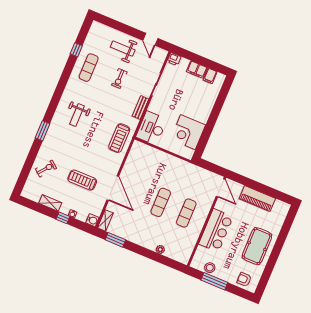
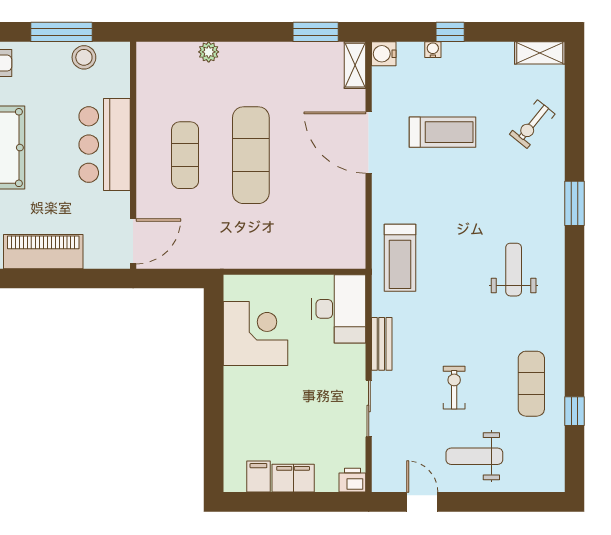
weight bench: (123, 49) -> (474, 456), turned 180
treadmill: (119, 138) -> (400, 258), turned 180
door: (221, 188) -> (133, 241), swing flipped
exercise mat: (161, 202) -> (251, 155), width x1.36, depth x1.45
shelving: (50, 203) -> (540, 53), moved

